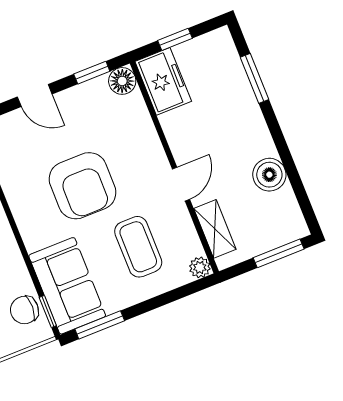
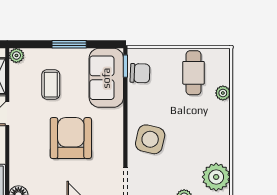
coffee table: (138, 247) -> (51, 85), width x0.73, depth x0.77
window: (100, 325) -> (69, 44), moved

